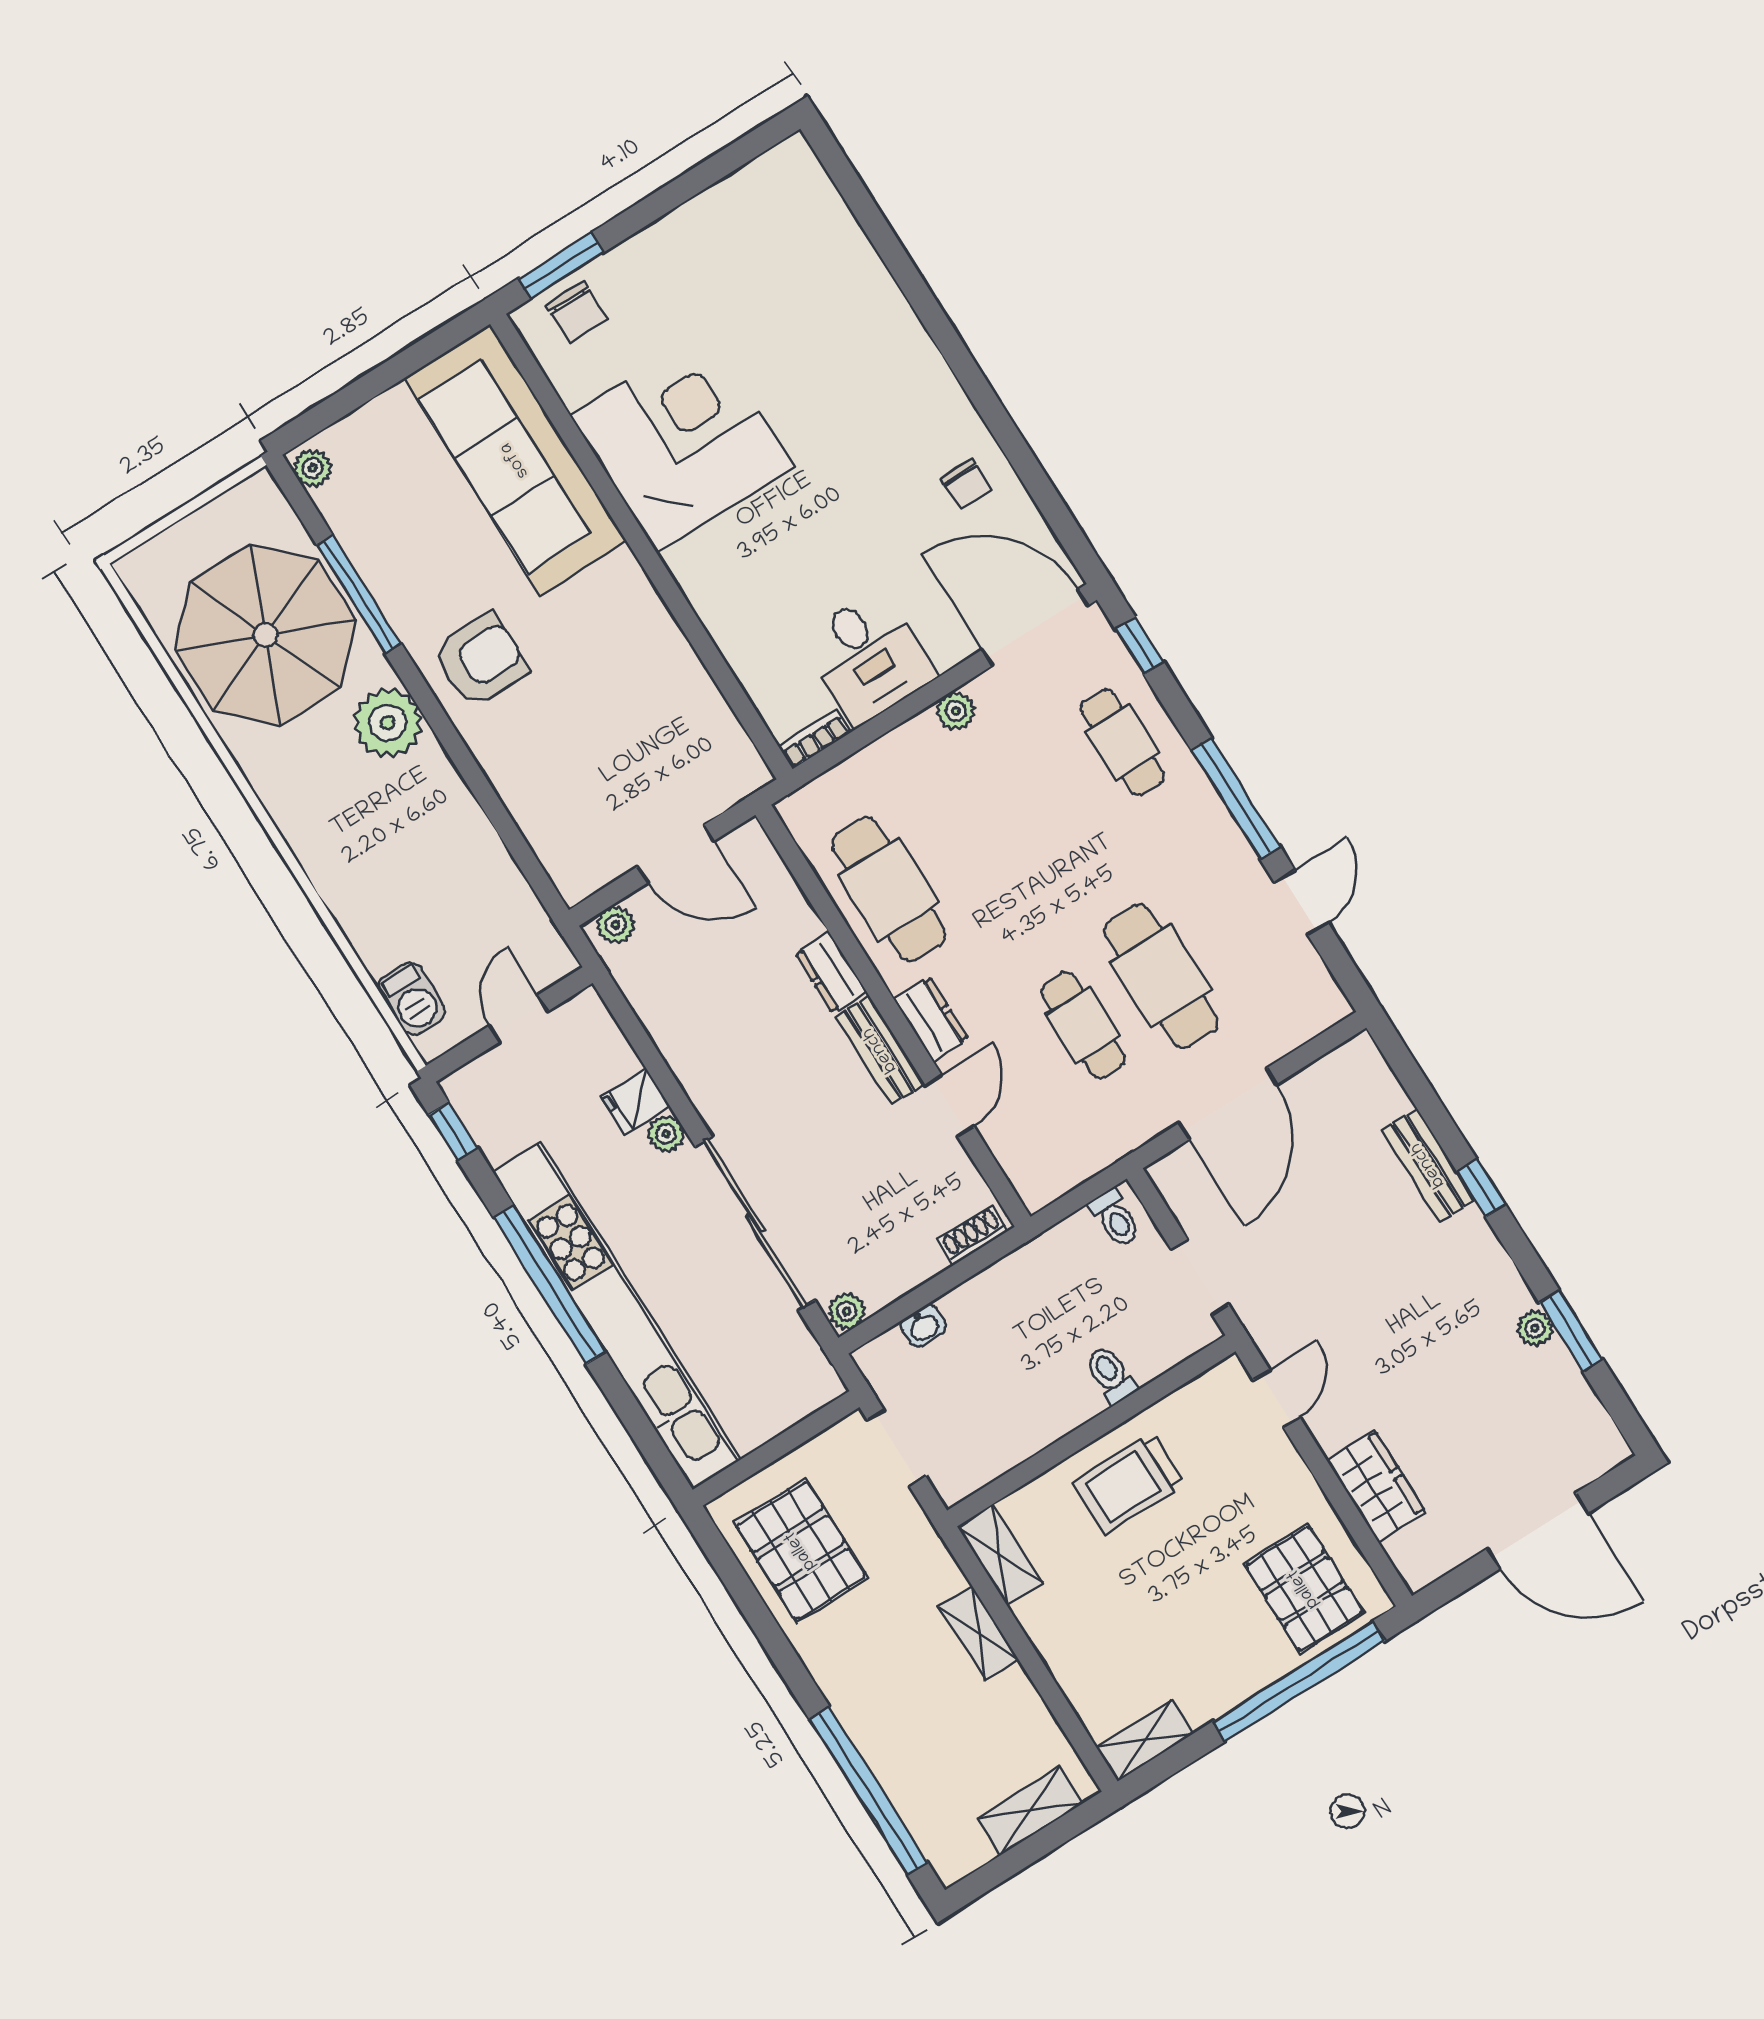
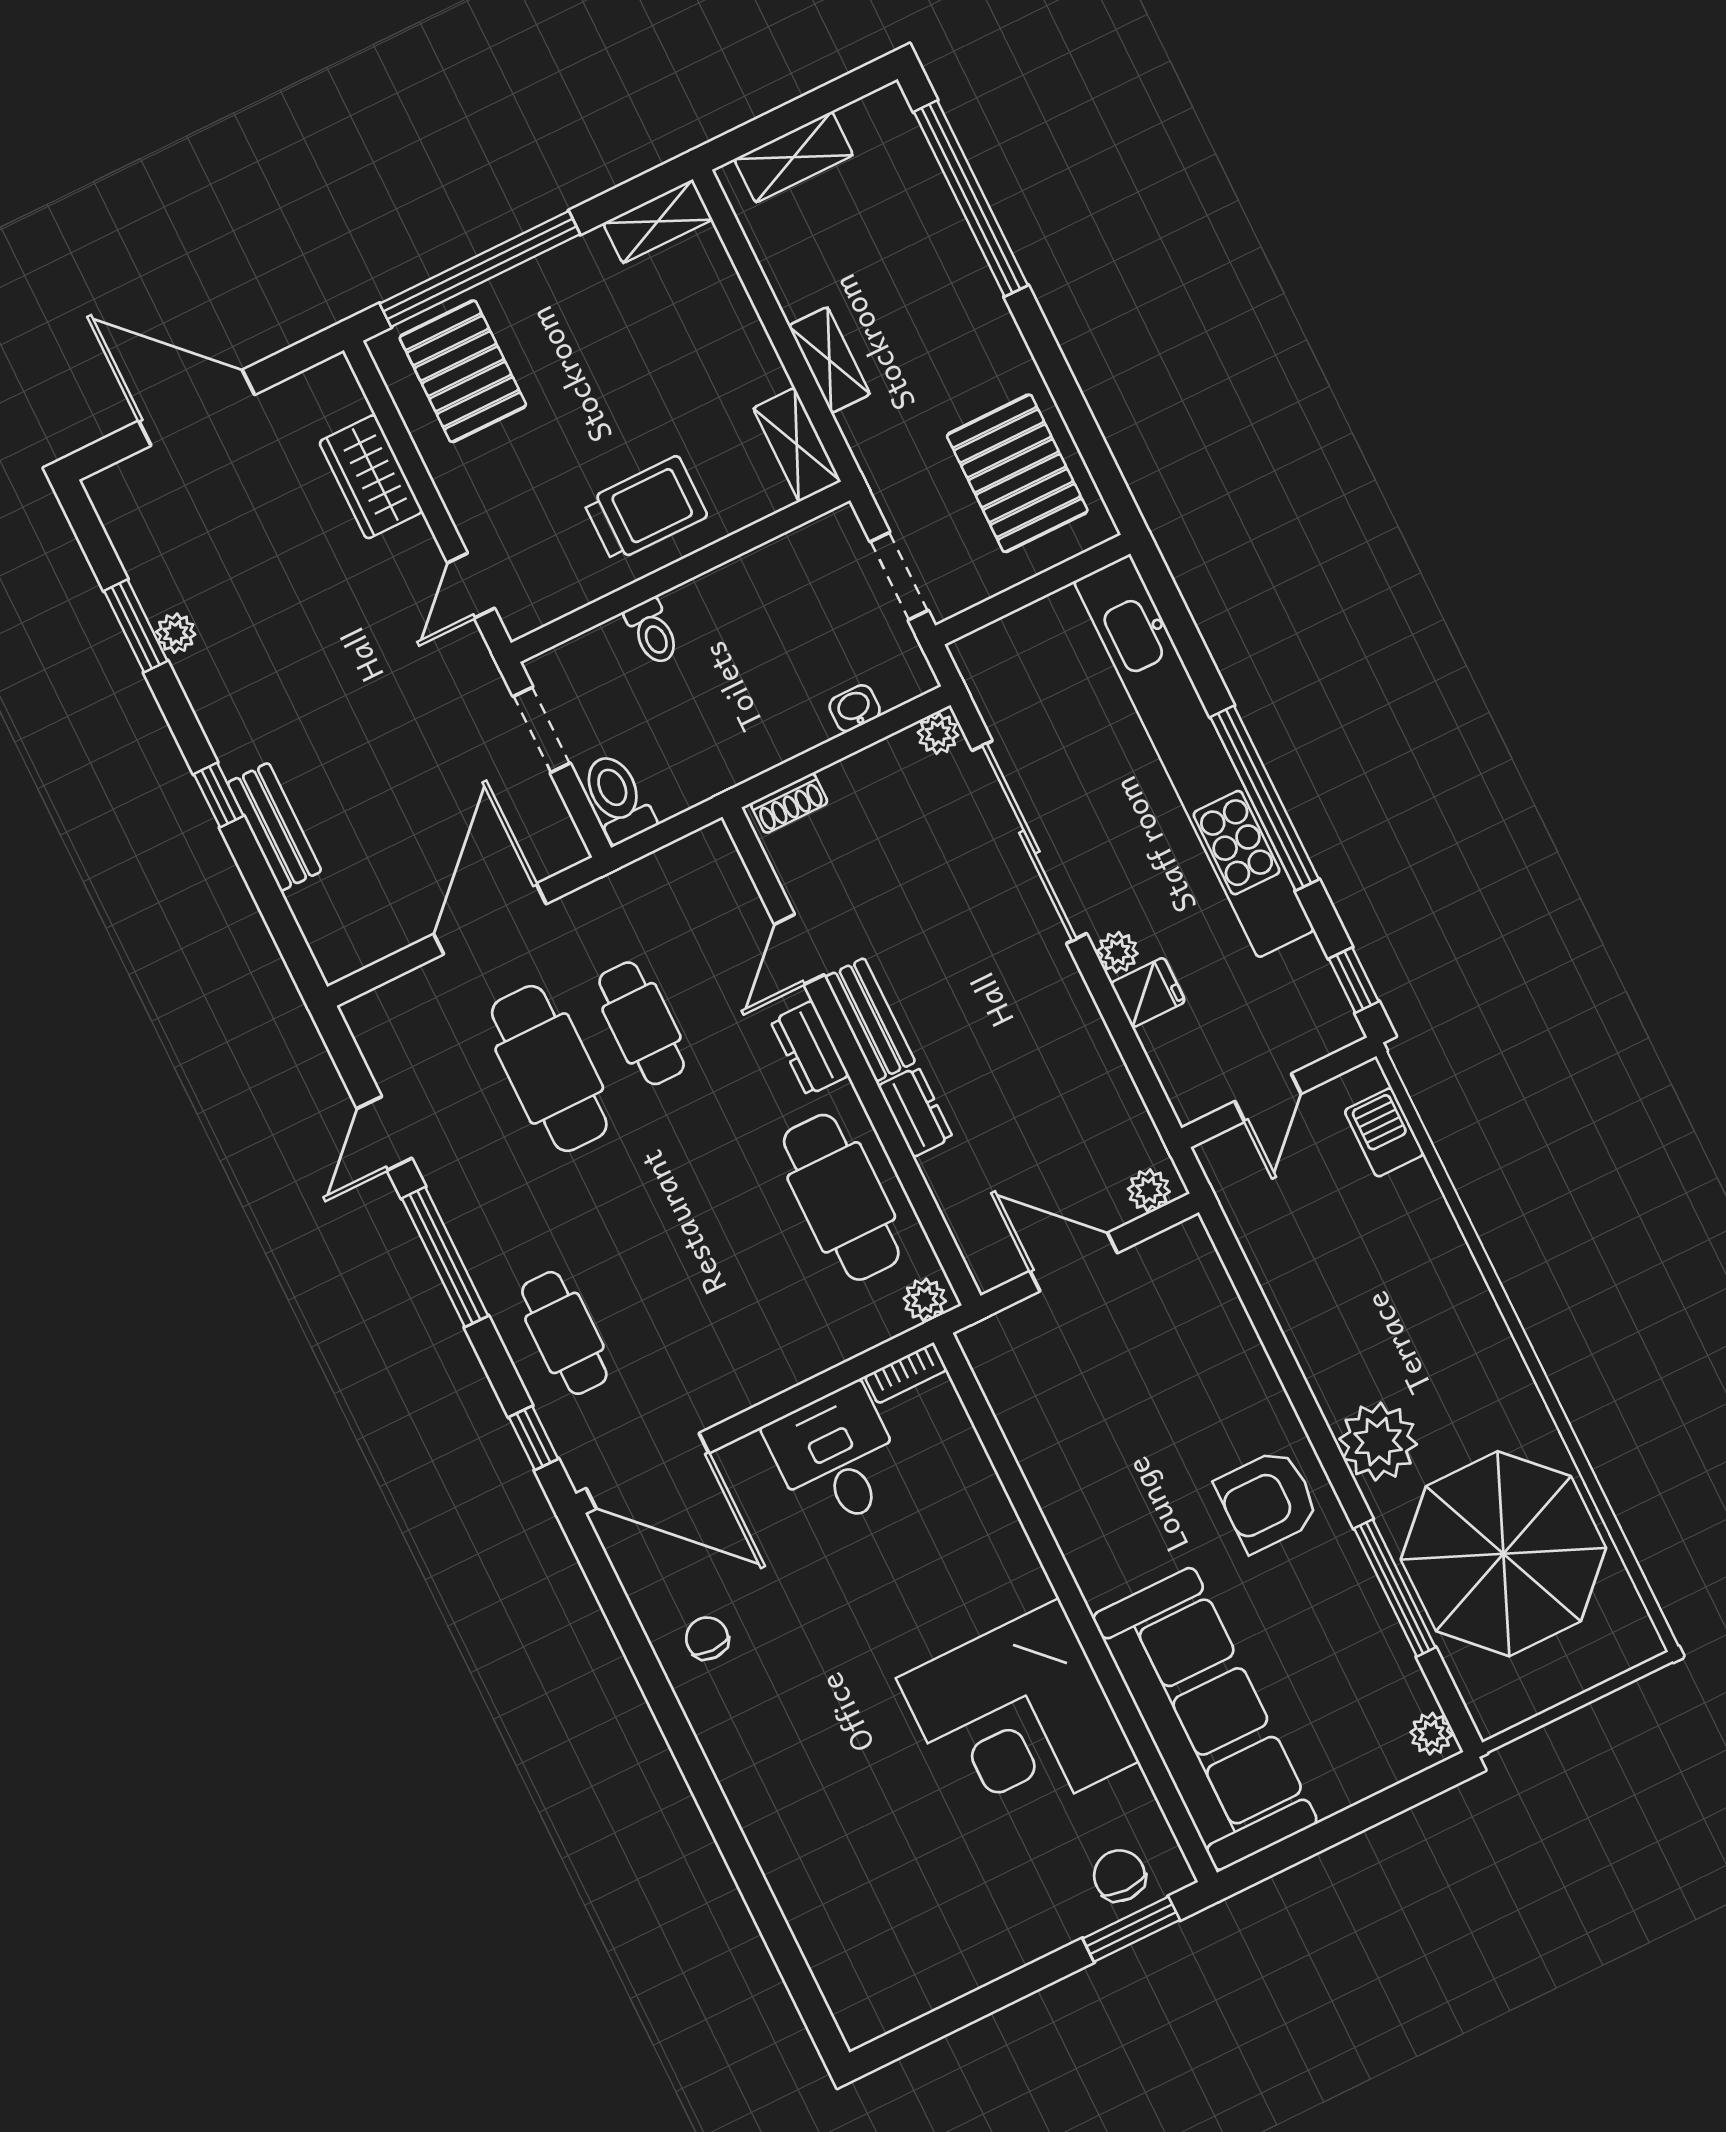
plant: (956, 711) -> (925, 1300), moved
toilet: (1115, 1218) -> (618, 798), width x1.37, depth x1.39

